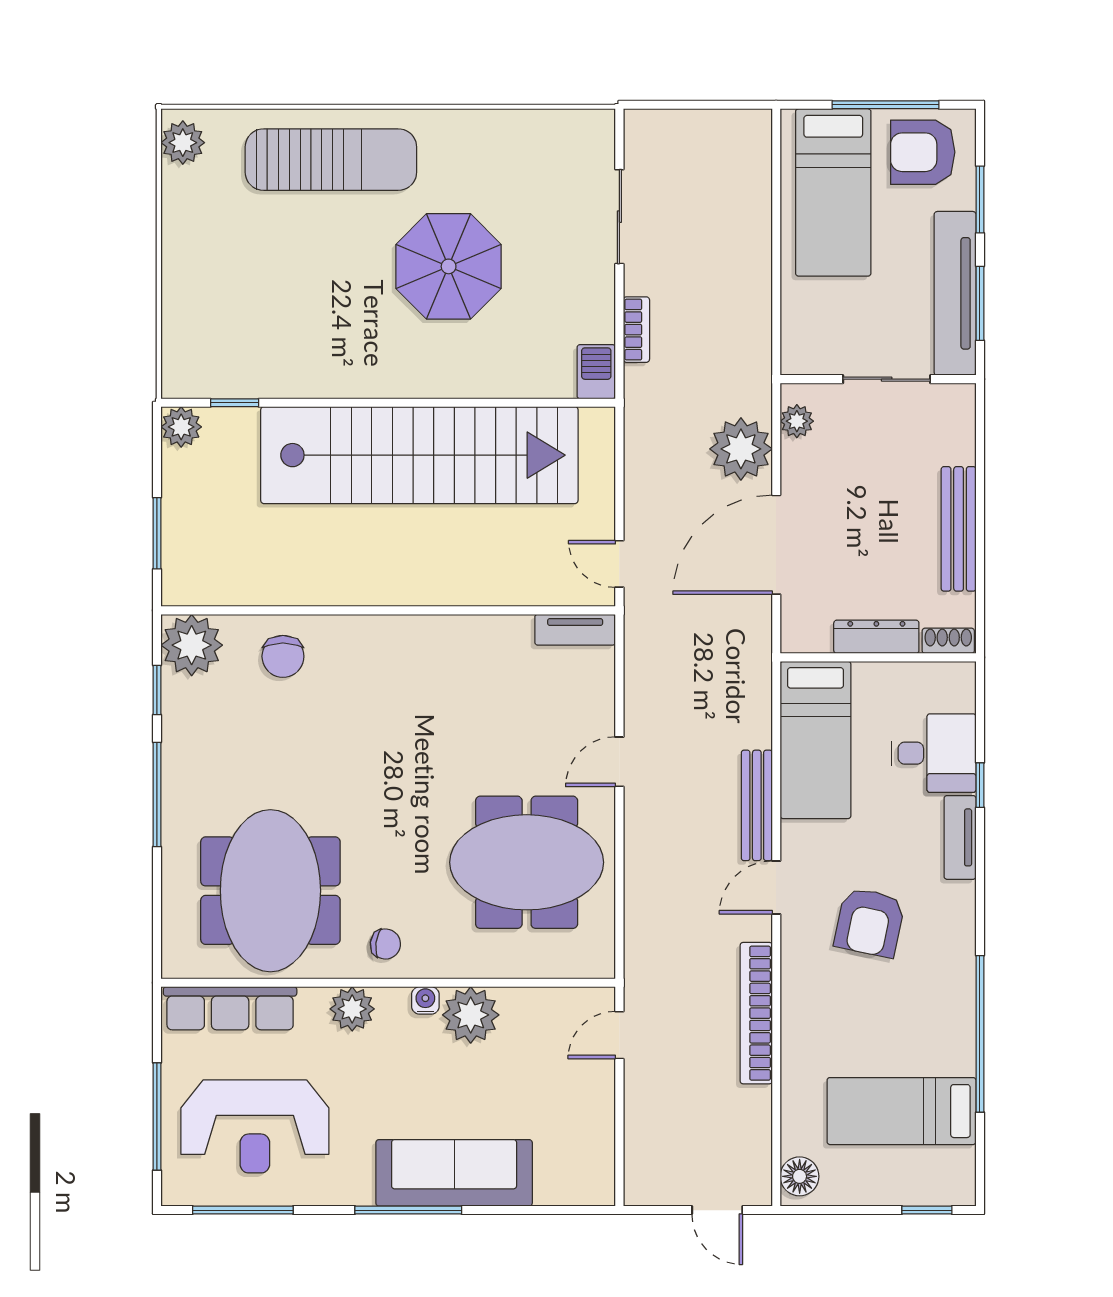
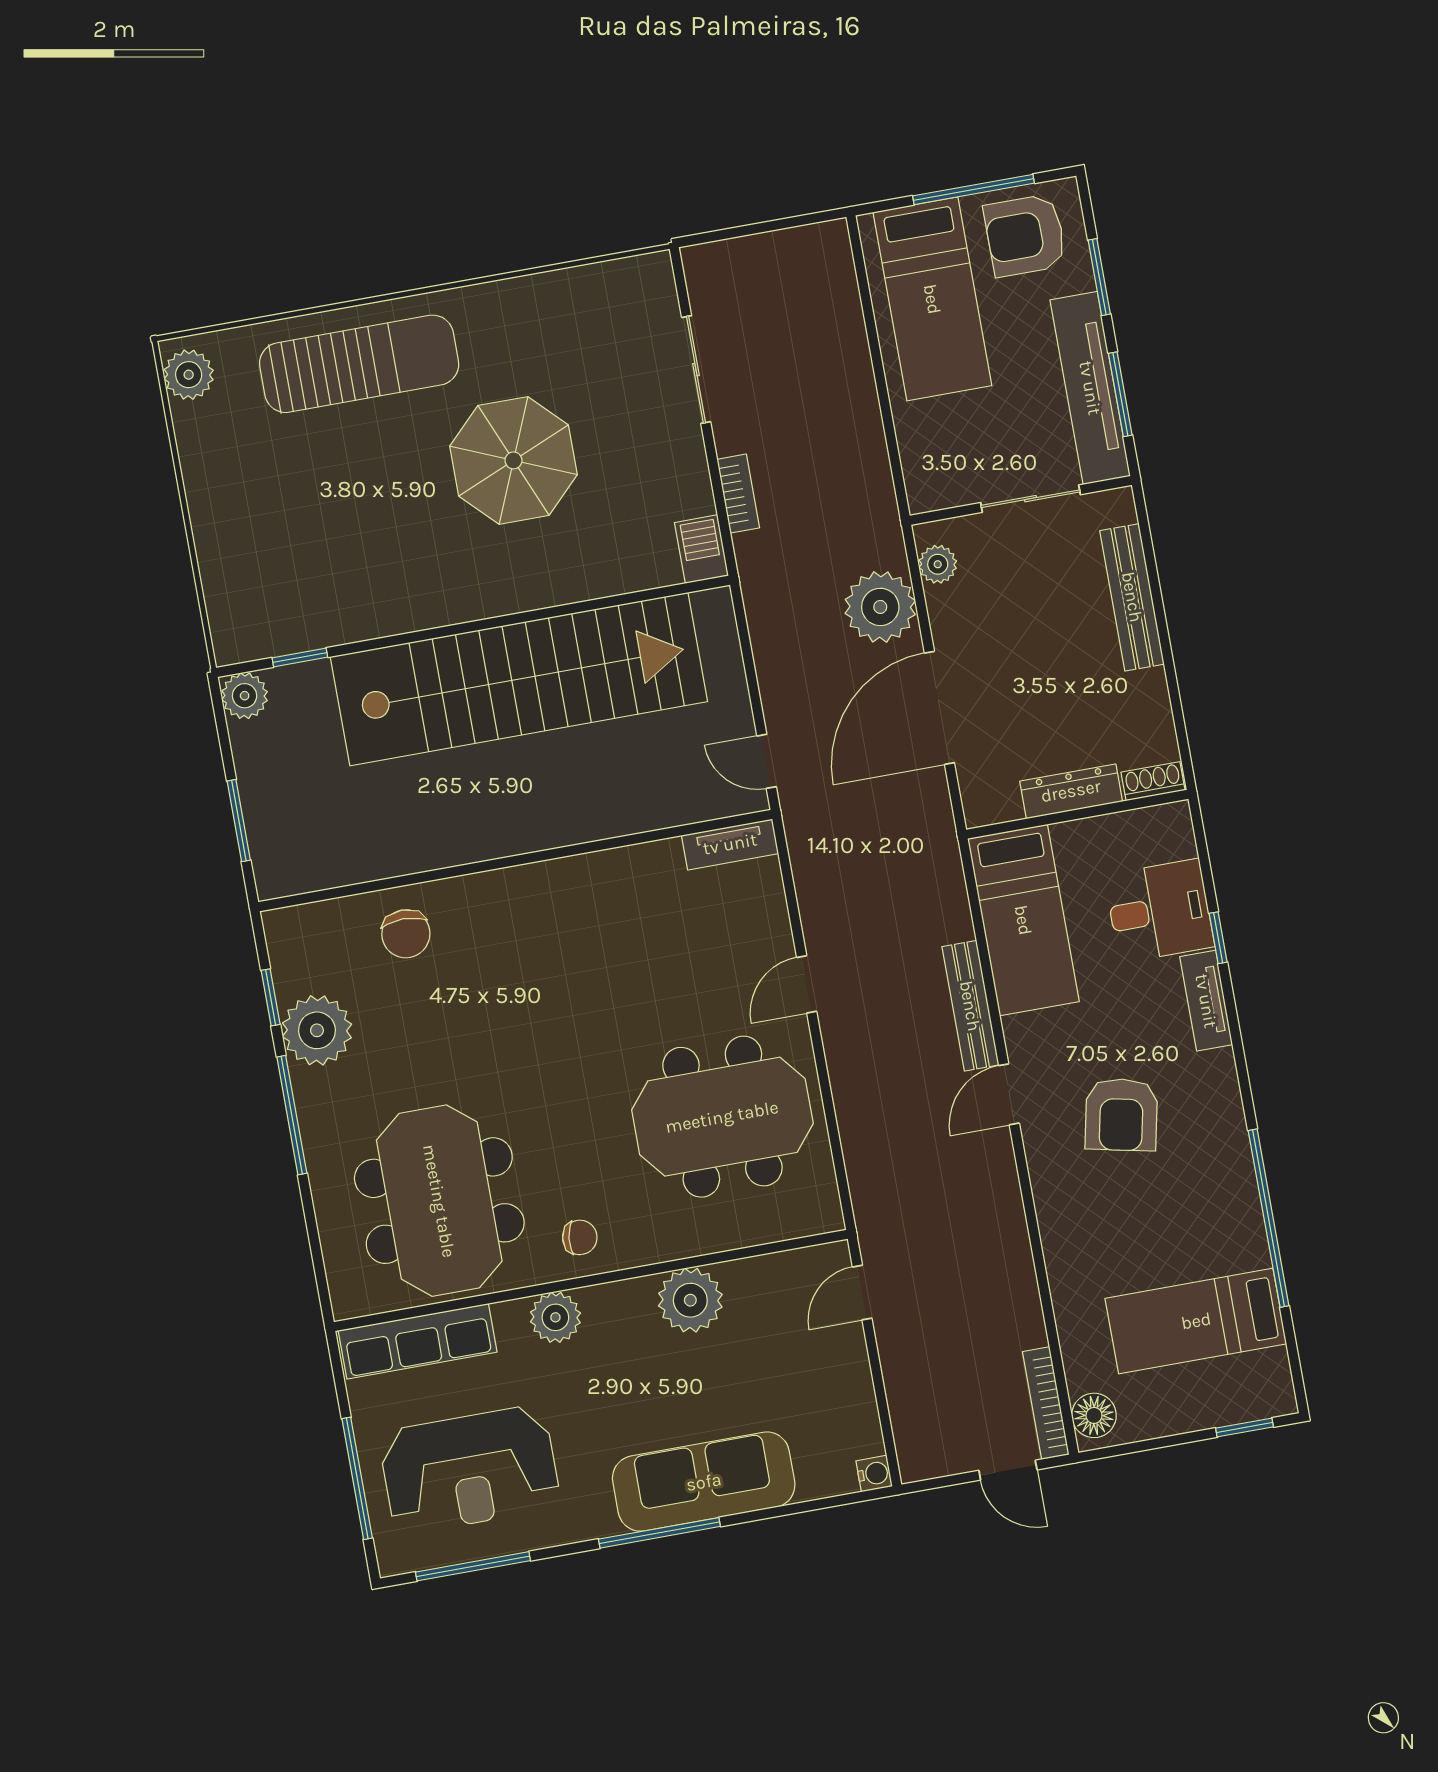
bench: (959, 529) -> (1132, 597), moved
plant: (192, 645) -> (317, 1030), moved
water cooler: (425, 1000) -> (874, 1474), moved, turned 90
bookcase: (756, 1013) -> (1046, 1403), moved, width x0.68, depth x0.76

